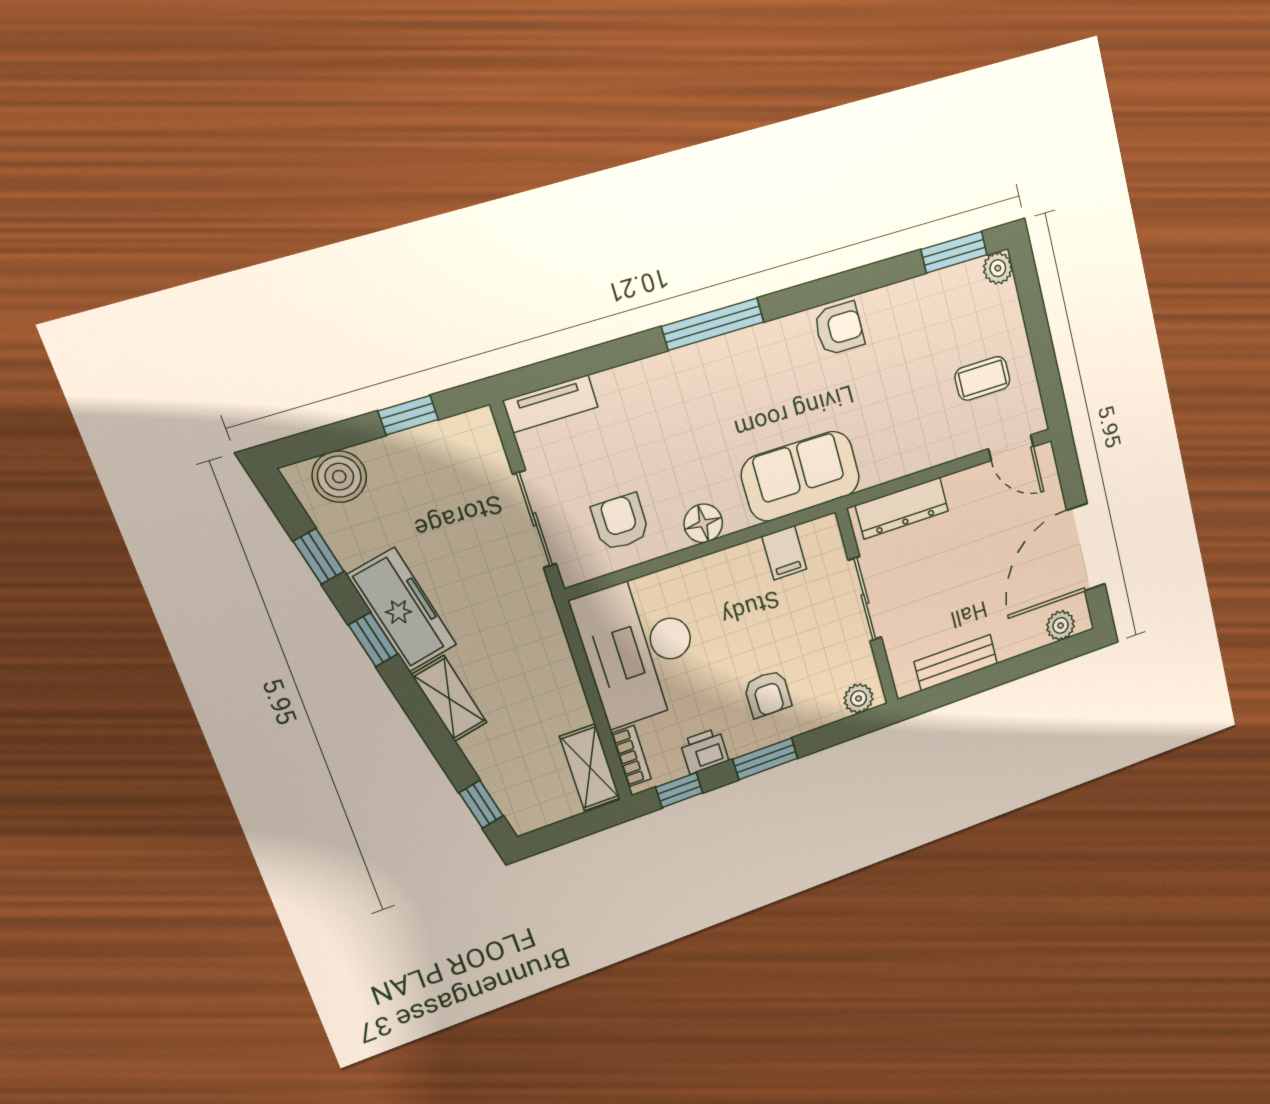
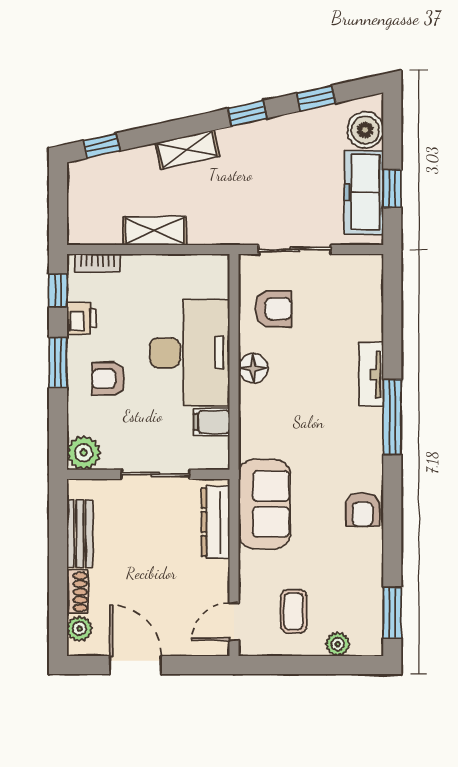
plant: (998, 268) -> (338, 644), moved
tv unit: (550, 404) -> (371, 374), moved
sofa: (801, 476) -> (264, 504), moved
door: (1086, 547) -> (136, 665), width x0.73
freezer: (402, 610) -> (364, 192), moved, turned 102
shoe rack: (1021, 642) -> (77, 592), added
desk: (639, 649) -> (190, 353), moved, turned 90
plant: (859, 698) -> (84, 453), width x1.38, depth x1.38
shelving: (590, 767) -> (155, 231), moved

